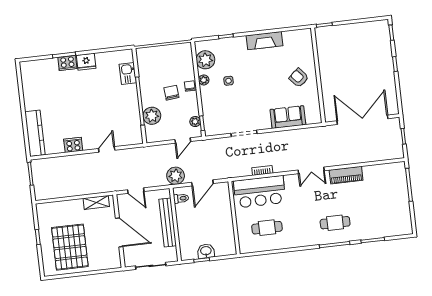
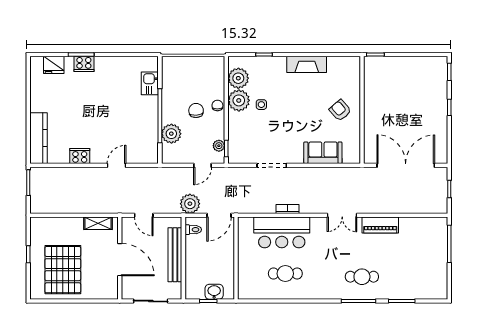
fridge: (86, 62) -> (54, 65), moved
plant: (204, 80) -> (239, 100), width x1.88, depth x1.88
wall: (234, 218) -> (236, 258), moved

